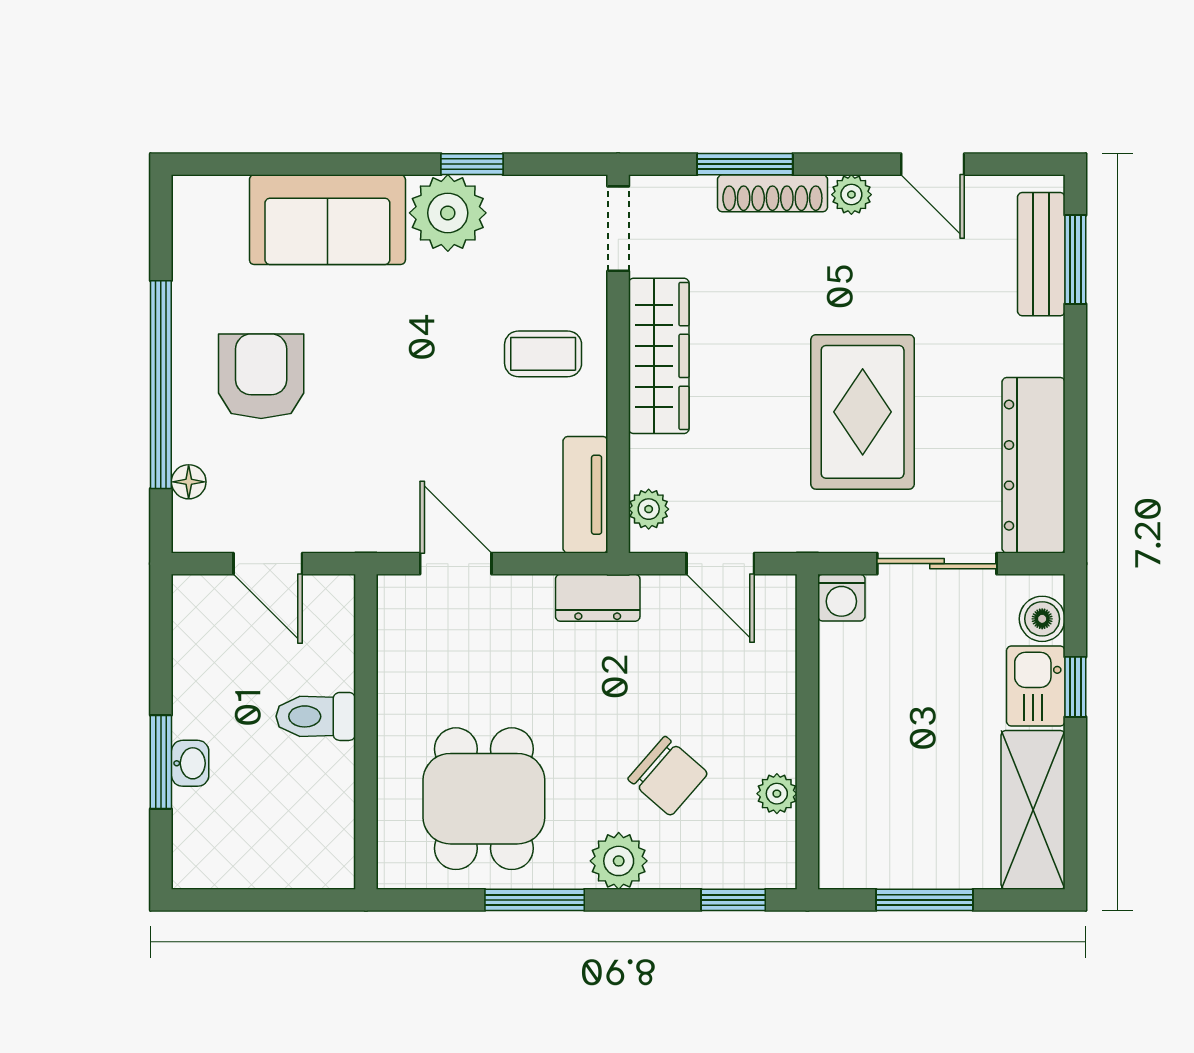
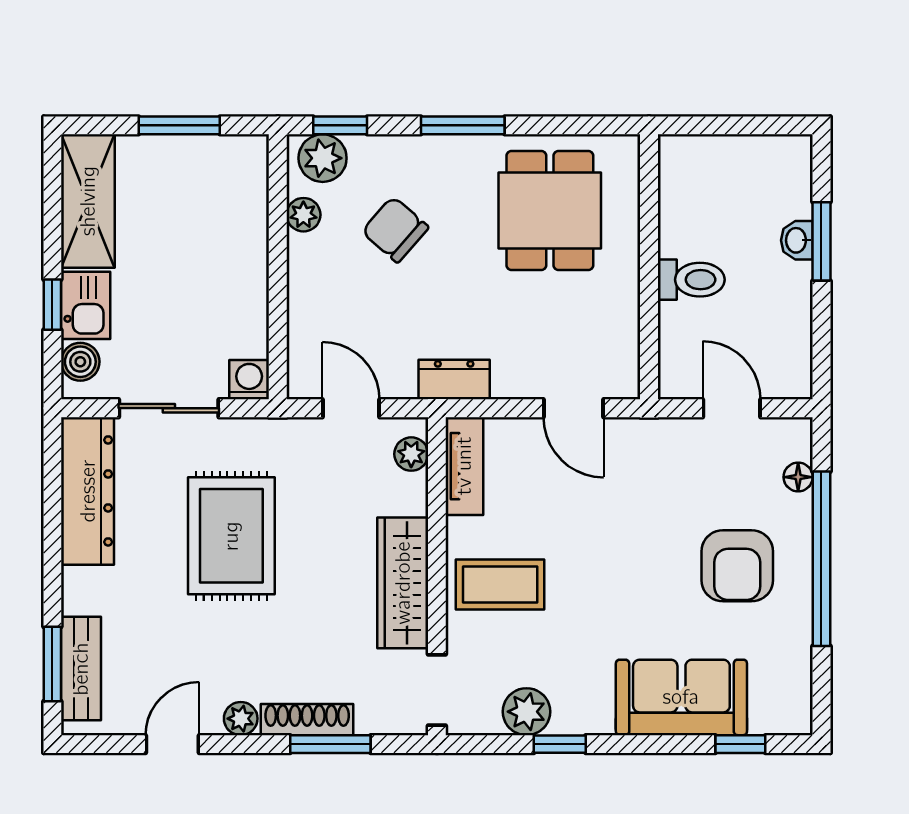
window: (257, 164) -> (740, 744), added
door: (933, 164) -> (172, 744), hinge flipped
plant: (448, 213) -> (526, 712), moved, width x0.73, depth x0.73
coffee table: (543, 354) -> (500, 585), width x1.36, depth x1.30
plant: (619, 861) -> (323, 158), moved
window: (535, 900) -> (463, 125), moved

